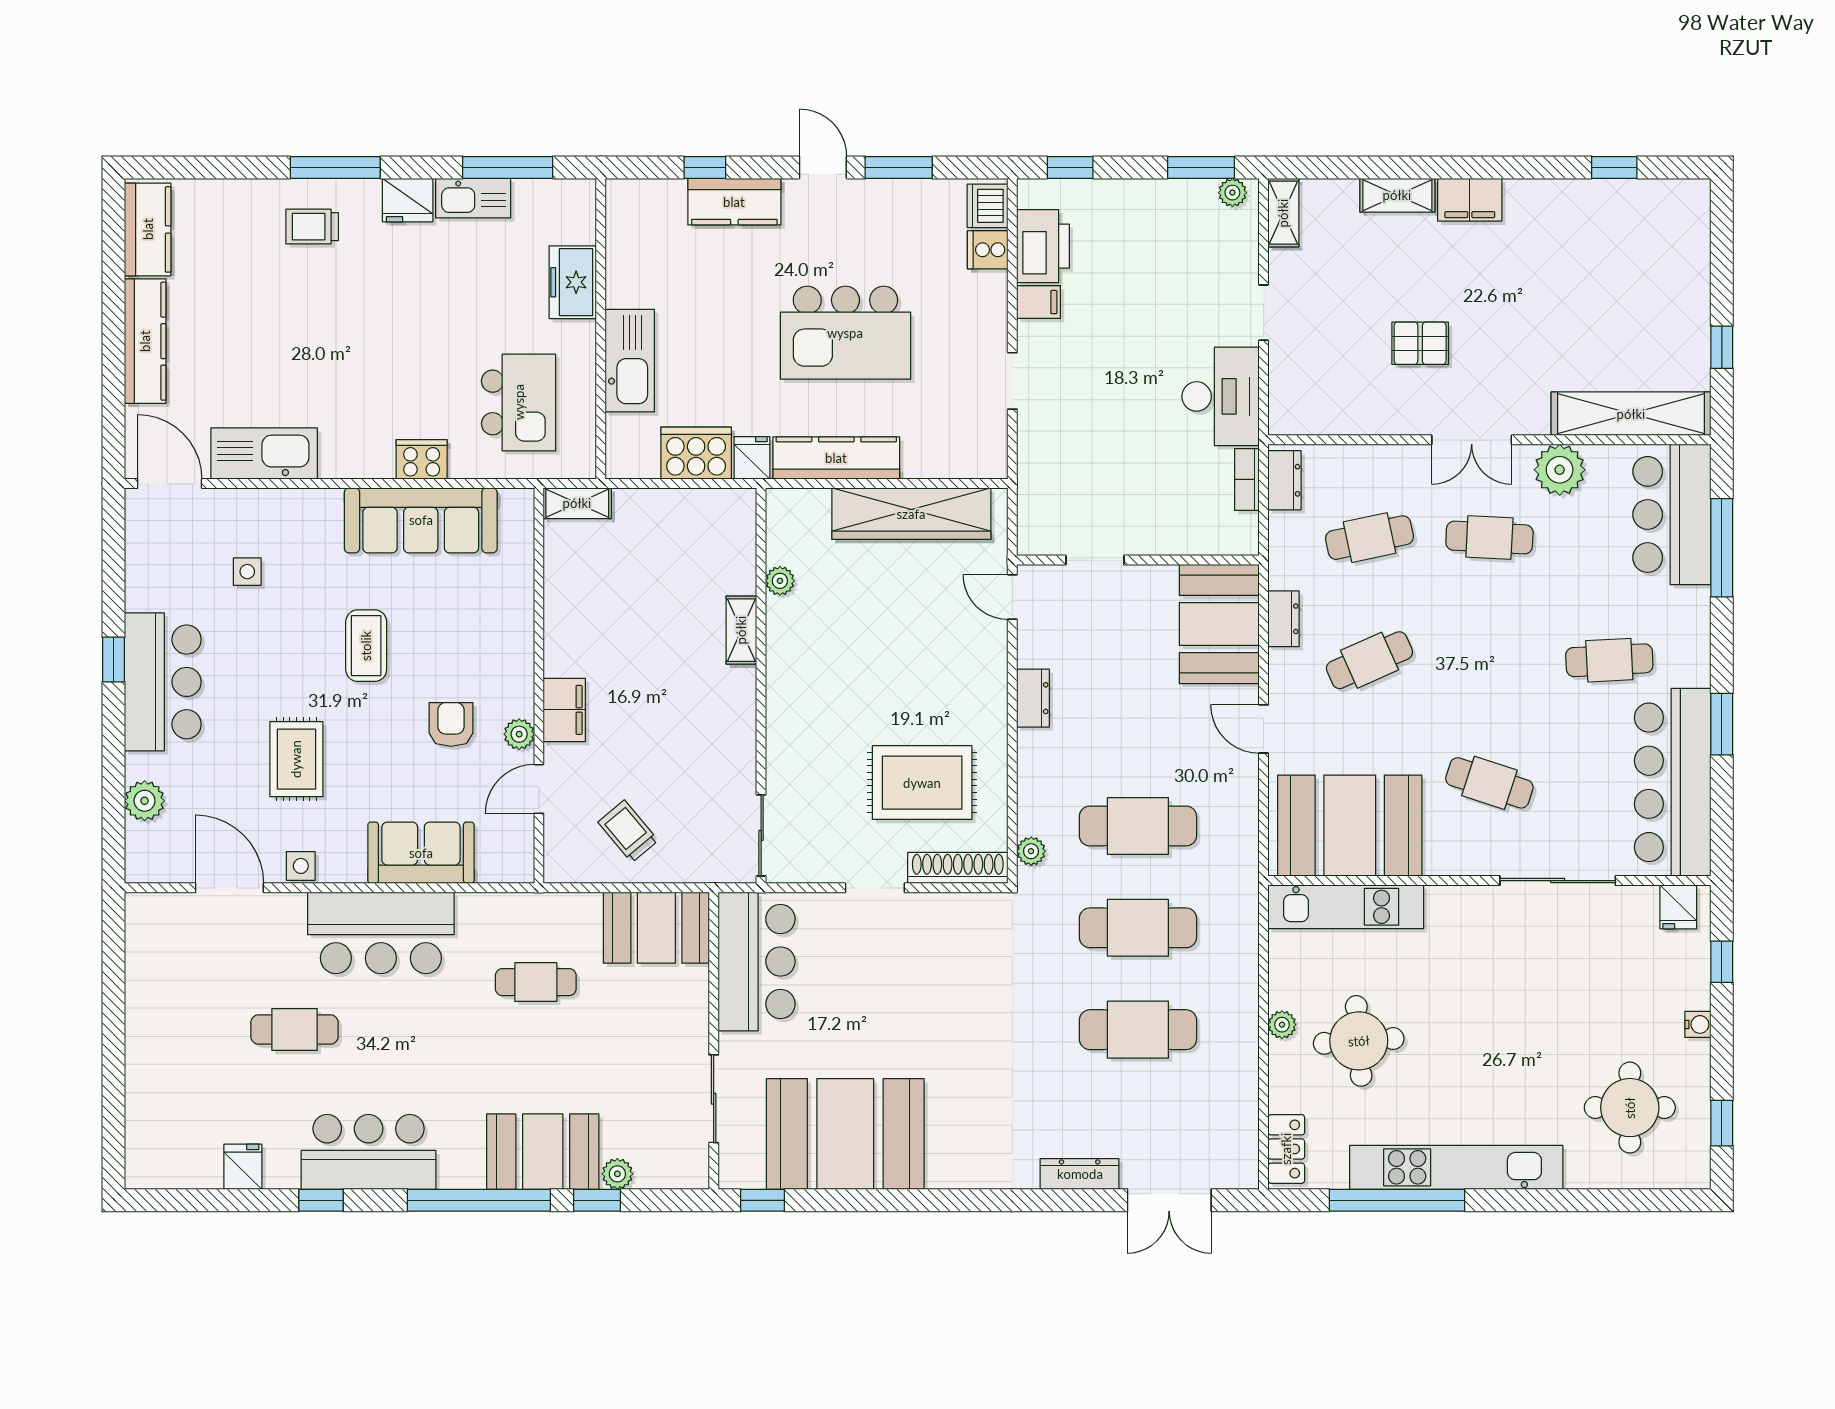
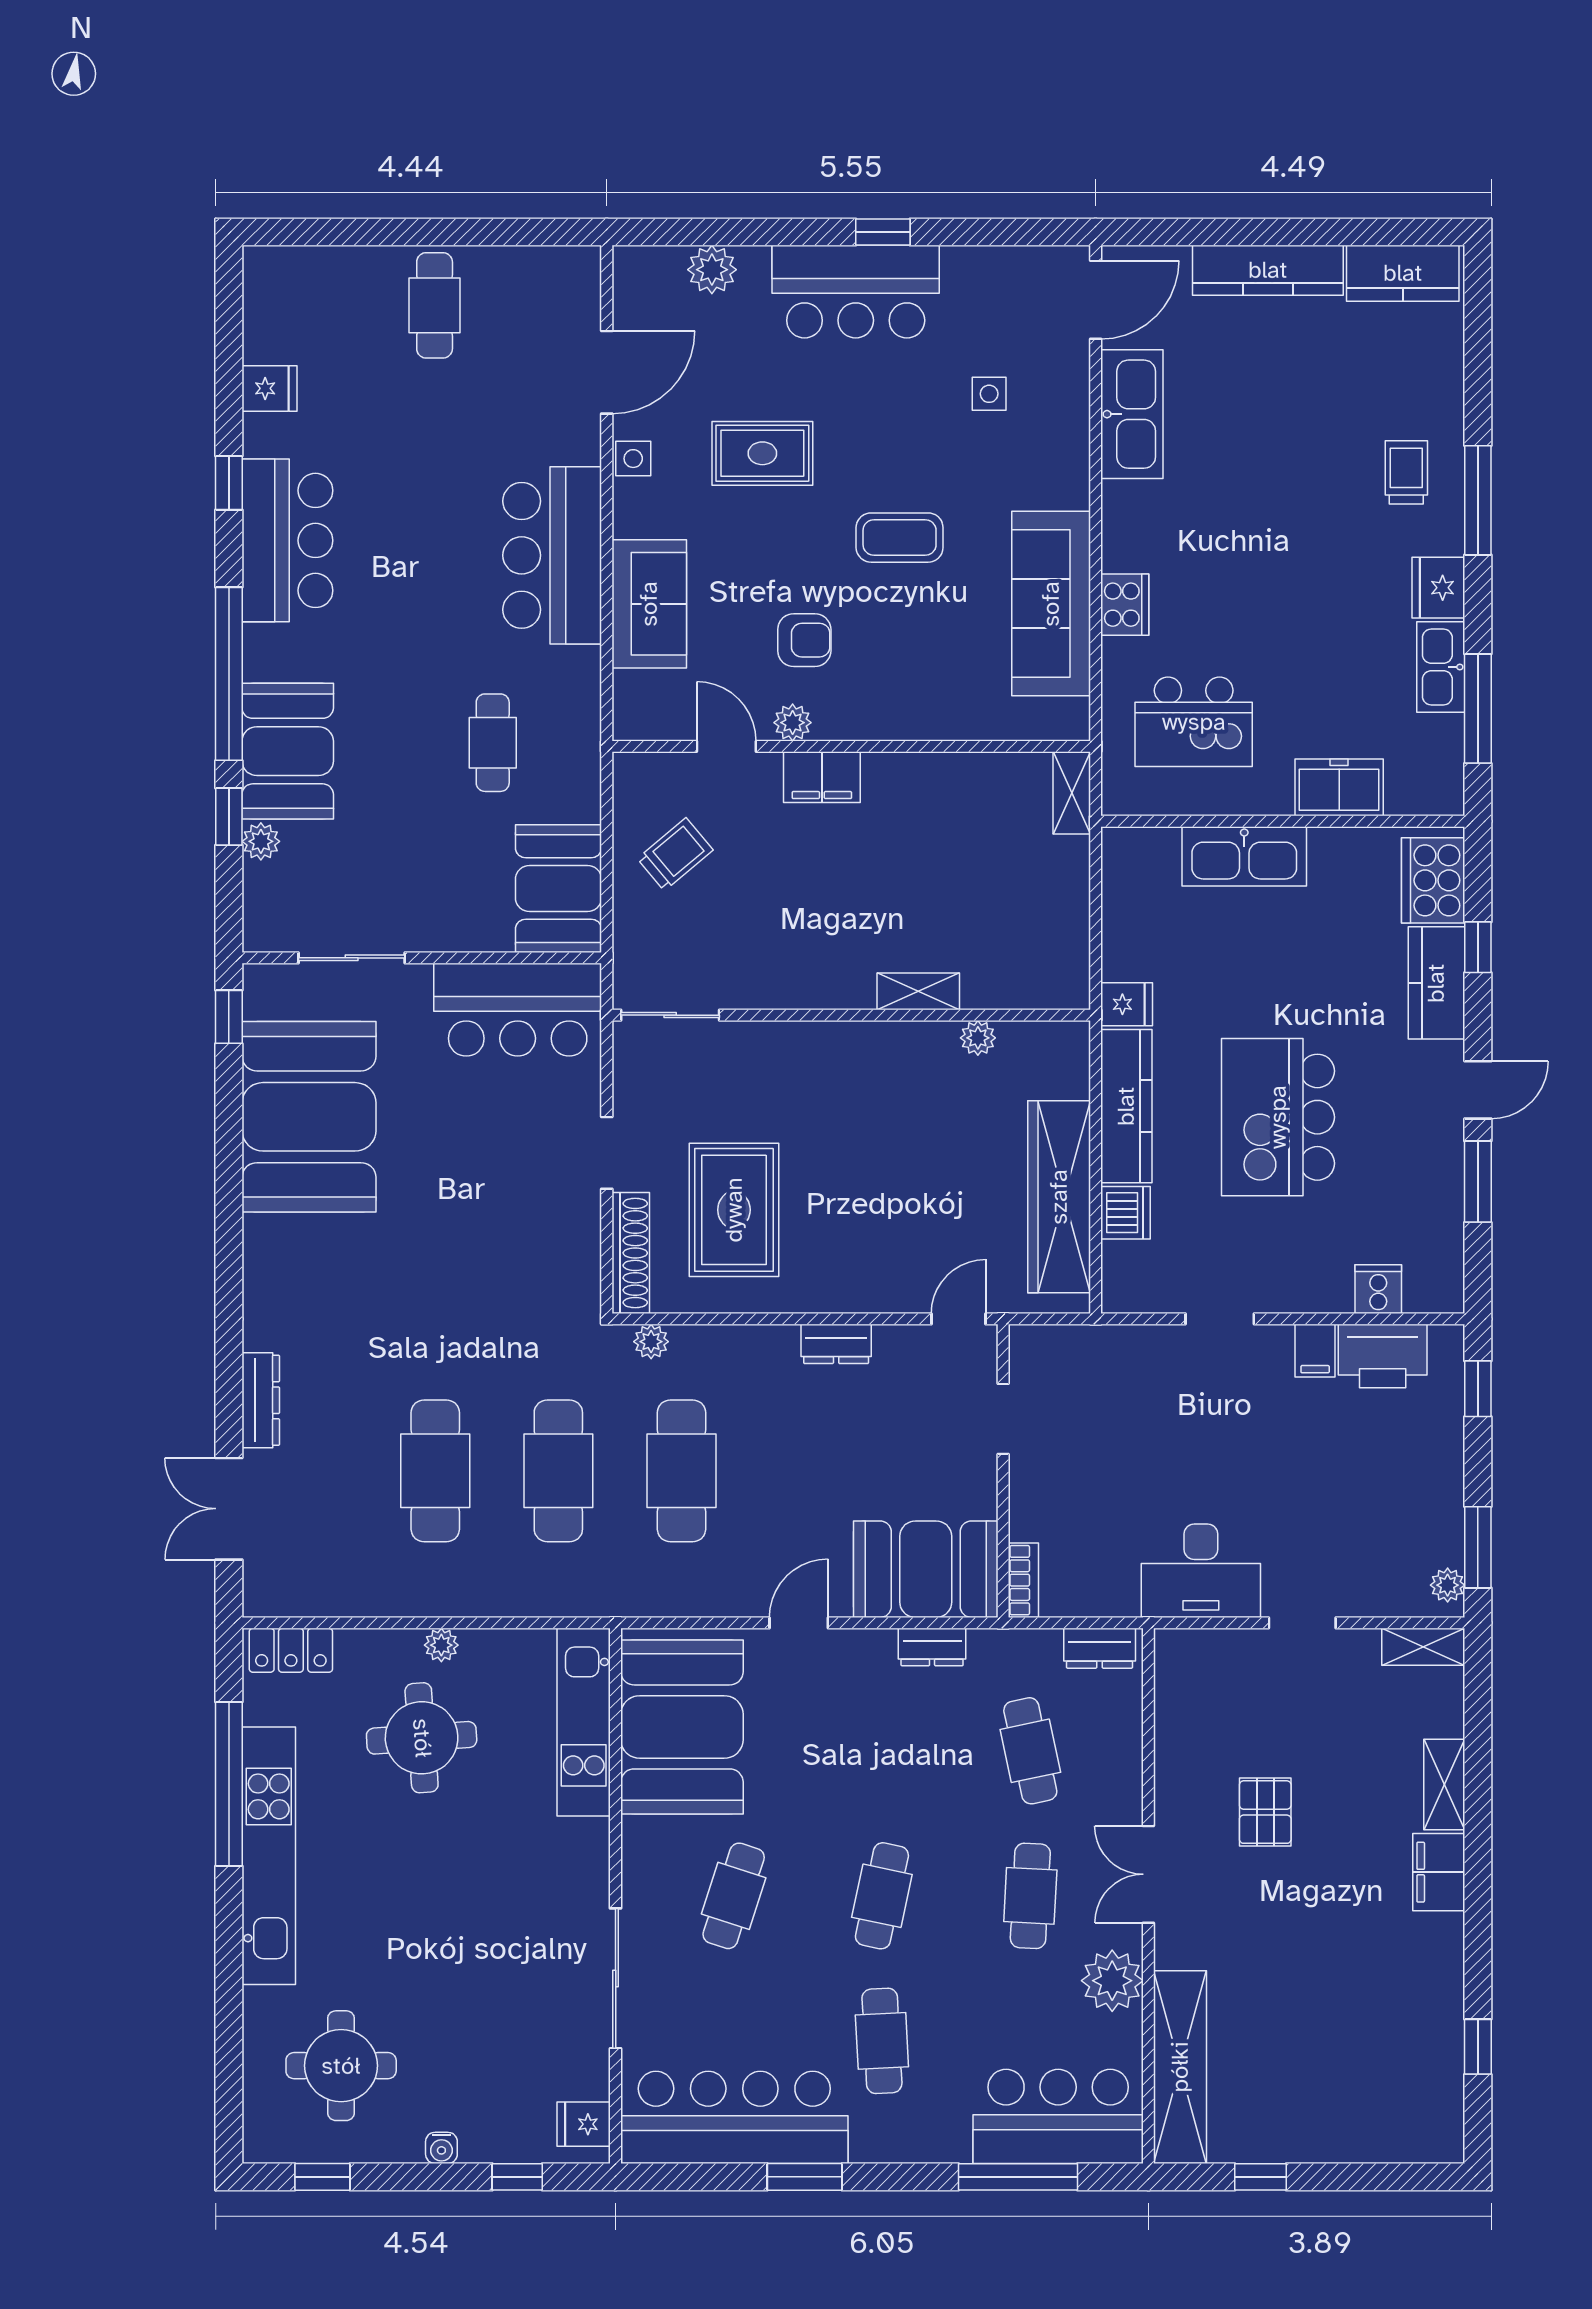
dishwasher: (988, 206) -> (1126, 1213), moved, turned 90
cooker: (696, 453) -> (1433, 880), moved, turned 180
bookcase: (1247, 479) -> (1023, 1580), moved, turned 90
cafe table: (1369, 660) -> (882, 1896), moved, turned 36
cafe table: (294, 1030) -> (435, 305), moved

